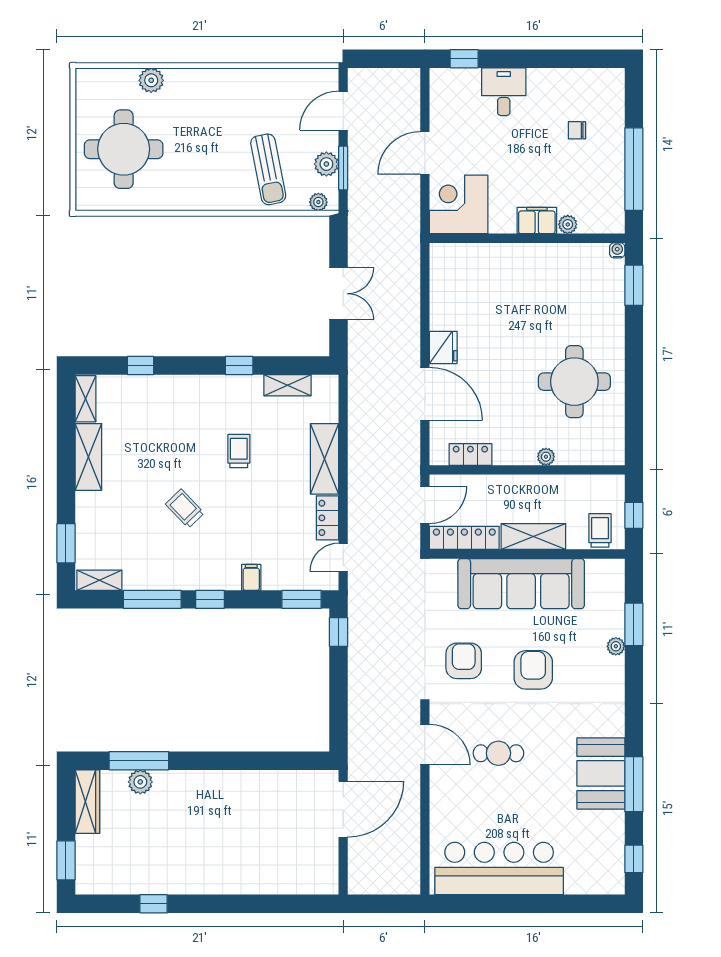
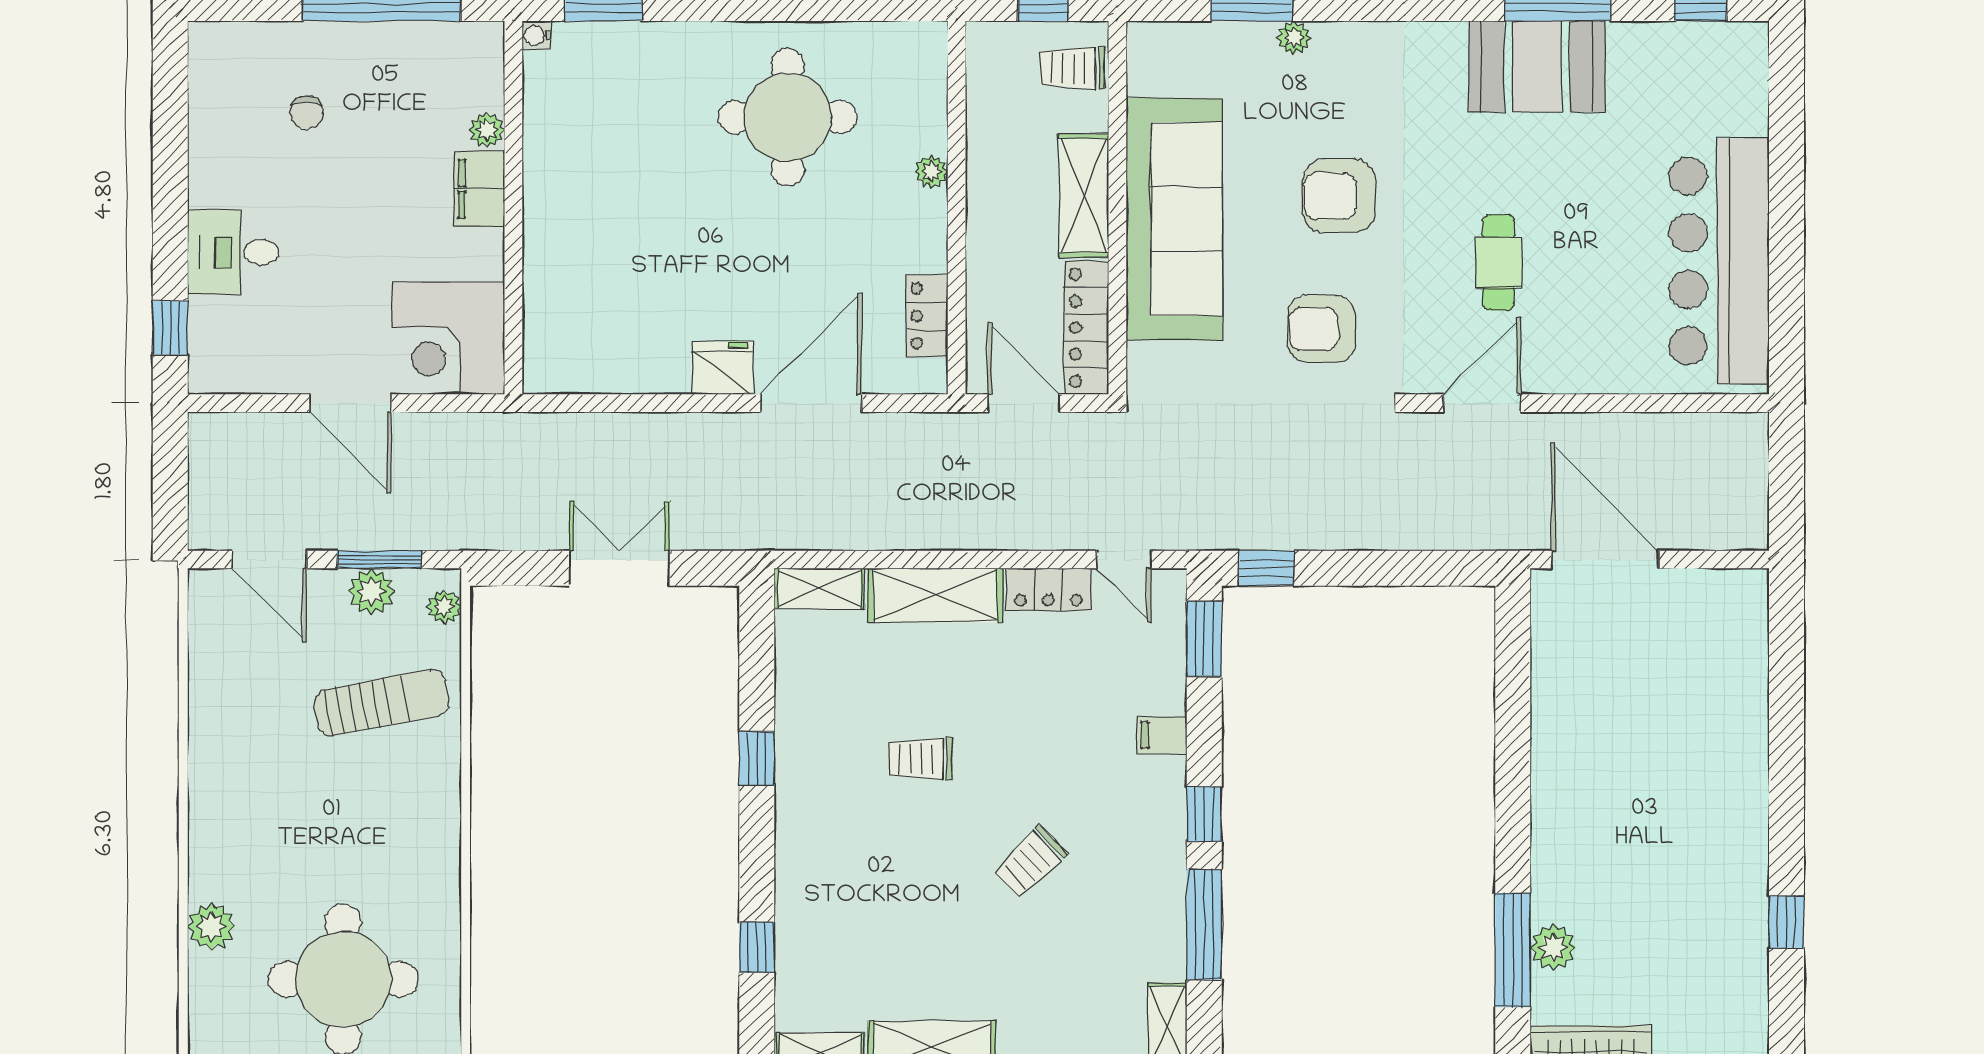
shelving: (287, 385) -> (819, 589), moved, turned 90

